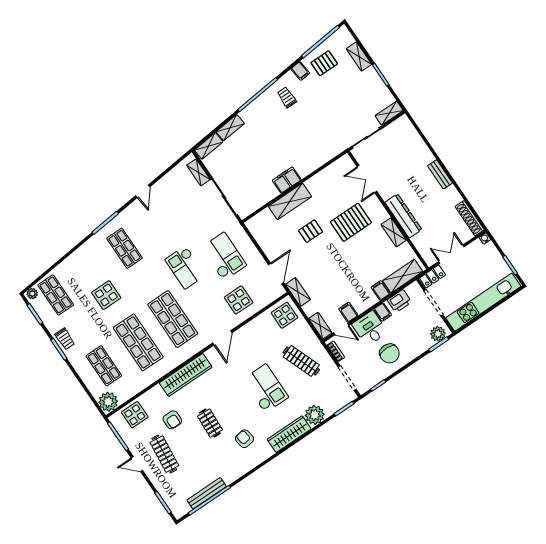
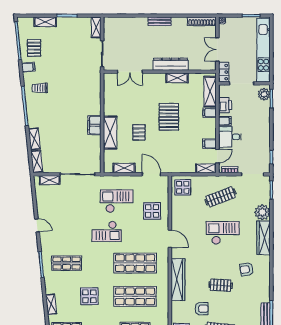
pallet: (351, 222) -> (169, 117), moved
shelving: (71, 261) -> (51, 304), added
shelving: (298, 292) -> (124, 168), moved
chair: (389, 353) -> (255, 135), removed

